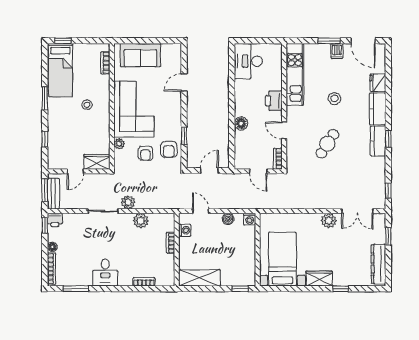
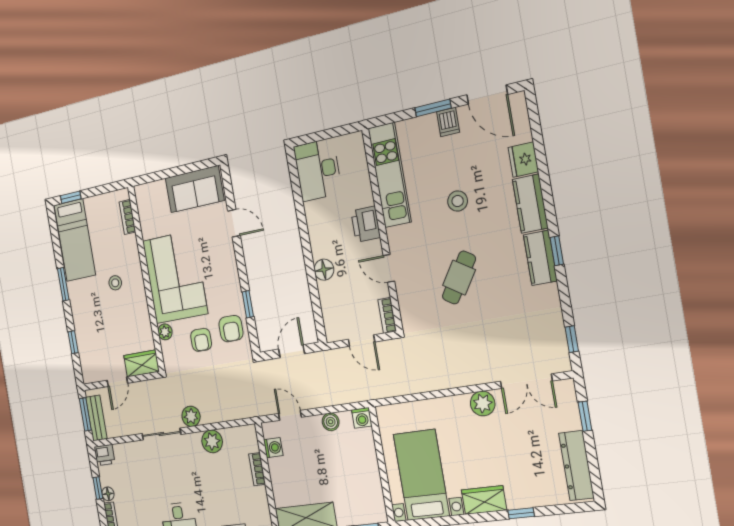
sofa: (140, 55) -> (195, 189), moved
door: (184, 83) -> (234, 223), swing flipped
window: (45, 225) -> (98, 488), moved

